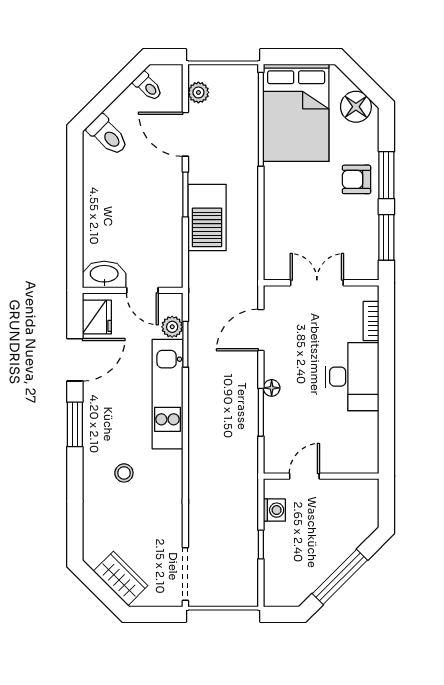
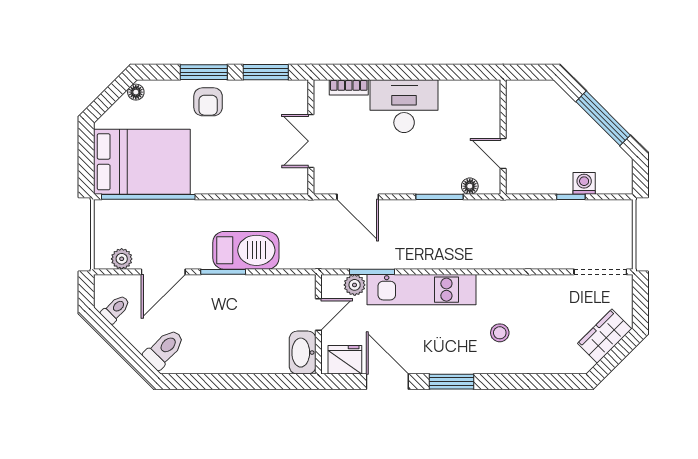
floor lamp: (356, 107) -> (136, 92), width x0.53, depth x0.53
floor lamp: (272, 388) -> (470, 186), moved
washing machine: (274, 510) -> (584, 183), moved

